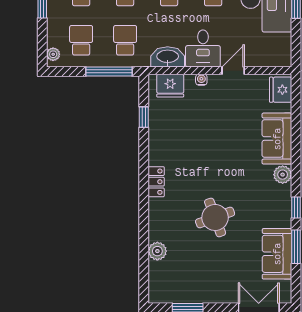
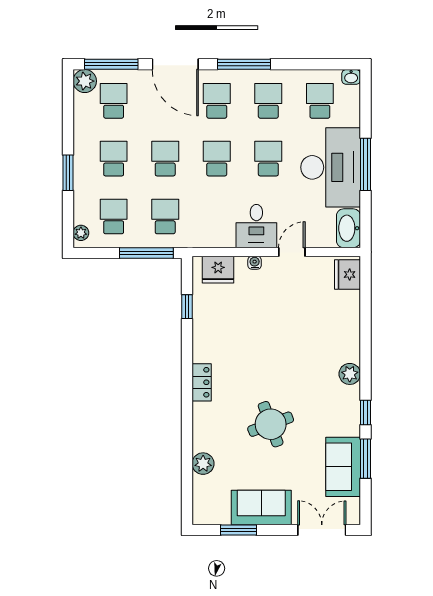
washbasin: (168, 57) -> (348, 228), moved, turned -90
sofa: (277, 139) -> (261, 508), moved, turned 90

